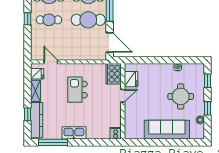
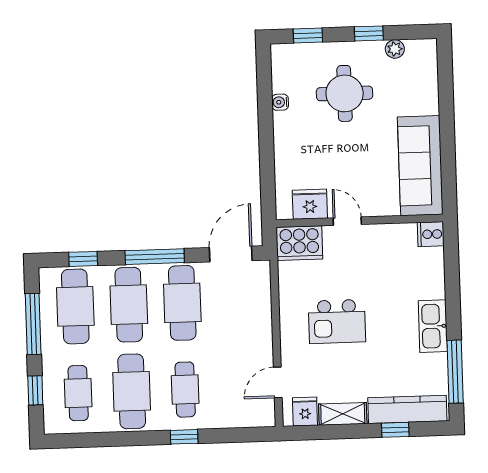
sofa: (167, 130) -> (420, 166), moved

